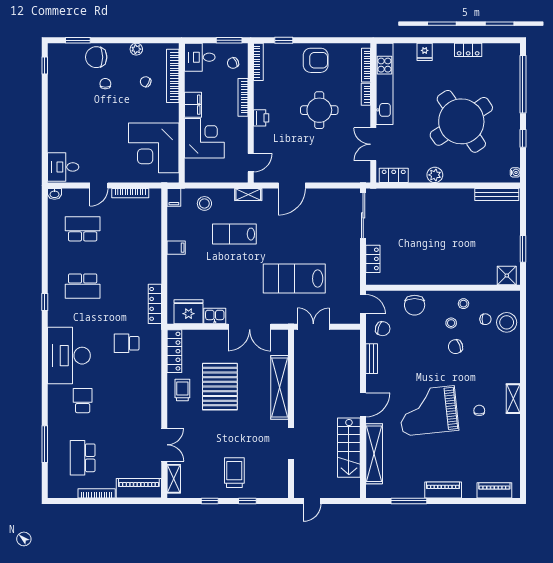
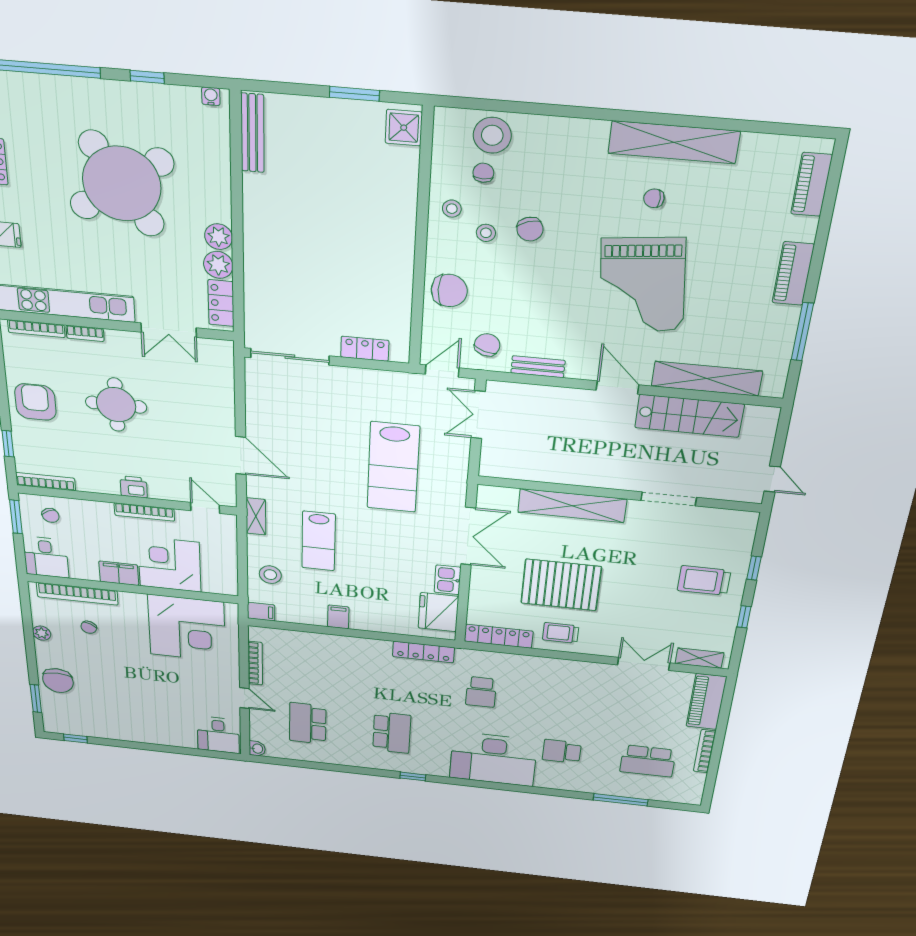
chair: (105, 84) -> (95, 675), removed
bookcase: (243, 97) -> (144, 512), moved
plant: (418, 174) -> (218, 265), added
double door: (313, 327) -> (478, 415), moved
shelving: (513, 399) -> (674, 142), width x2.20, depth x1.33

